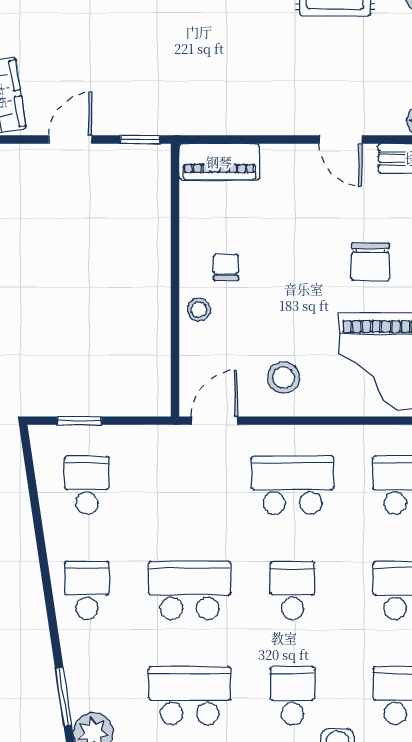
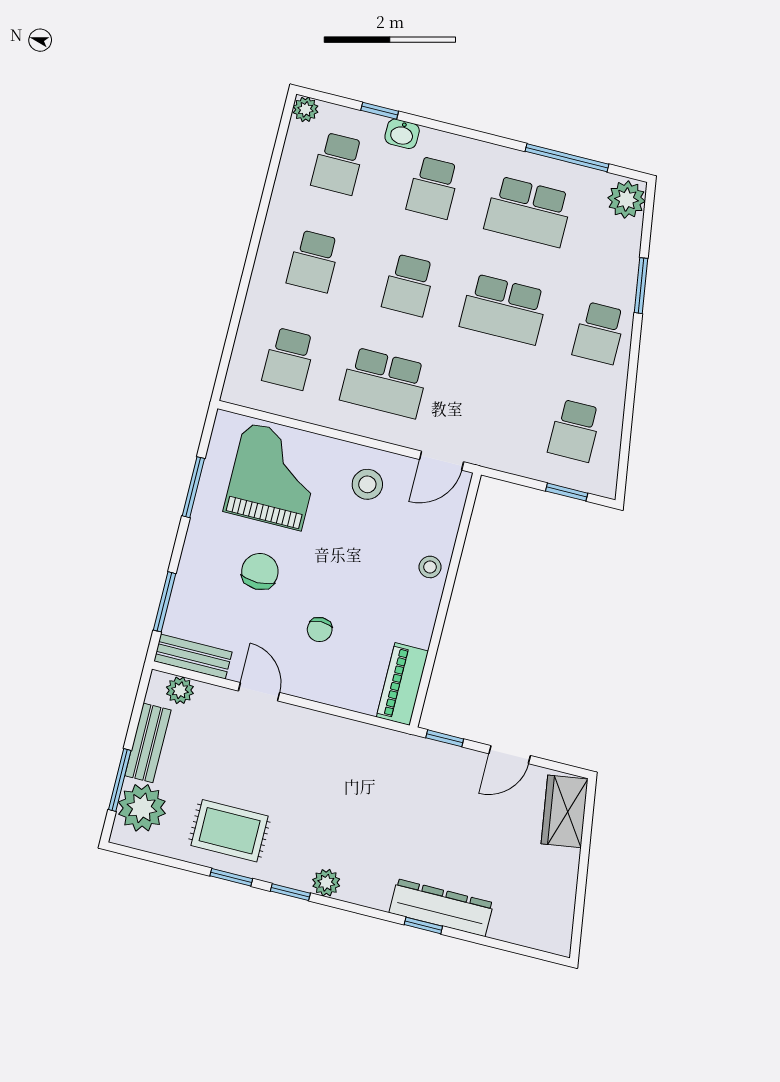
piano: (219, 162) -> (402, 684), moved, turned -90
chair: (226, 267) -> (320, 630), moved
window: (64, 697) -> (641, 286), moved

